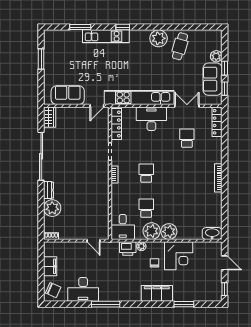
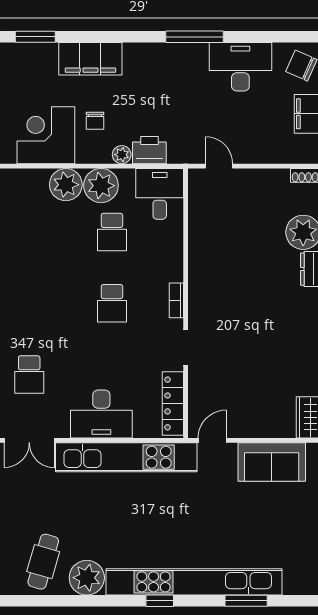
kitchen unit: (106, 36) -> (194, 582), width x1.86

